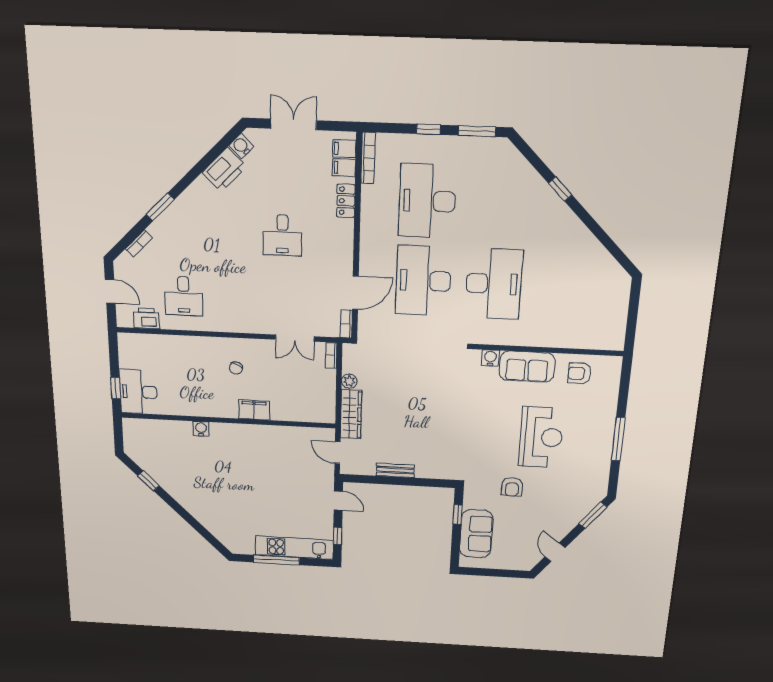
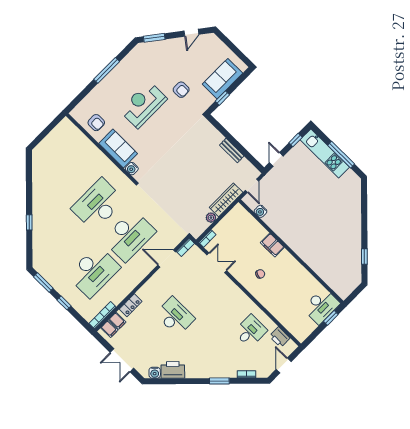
desk: (282, 235) -> (175, 316), width x1.37
water cooler: (201, 429) -> (261, 211), moved
armchair: (512, 487) -> (181, 90), turned 90

